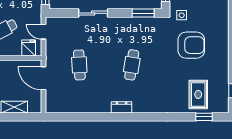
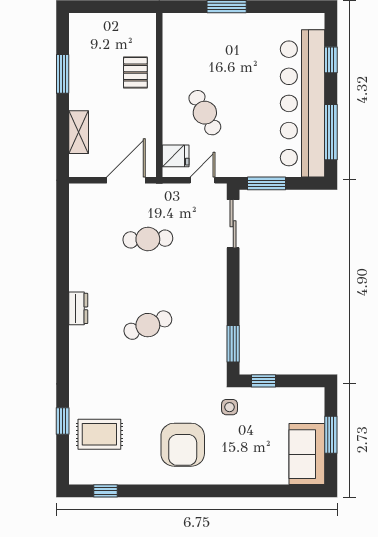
sliding door: (93, 13) -> (233, 224), moved
armchair: (191, 45) -> (183, 445), moved
cafe table: (132, 65) -> (148, 325), turned -30
window: (204, 117) -> (63, 421), moved

